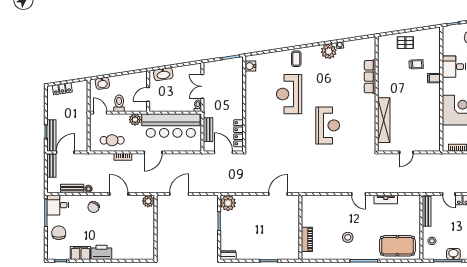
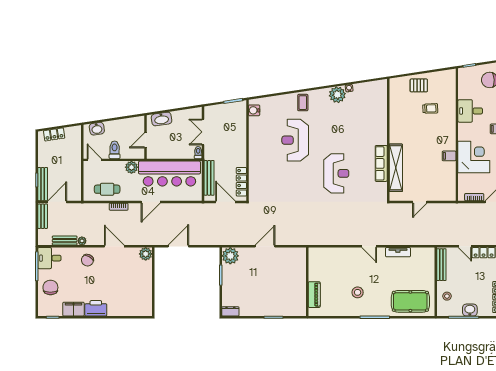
row of seats: (370, 77) -> (381, 163), moved
filing cabinet: (434, 78) -> (449, 156), moved
bench: (208, 130) -> (209, 178), width x1.36
door: (278, 194) -> (265, 246), moved

